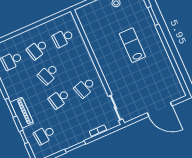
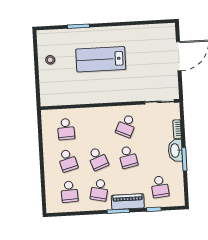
lab bench: (132, 45) -> (101, 59), width x1.36, depth x1.39
school desk: (23, 85) -> (99, 190), added
school desk: (85, 87) -> (126, 126), turned 42
washbasin: (80, 136) -> (175, 150), added

